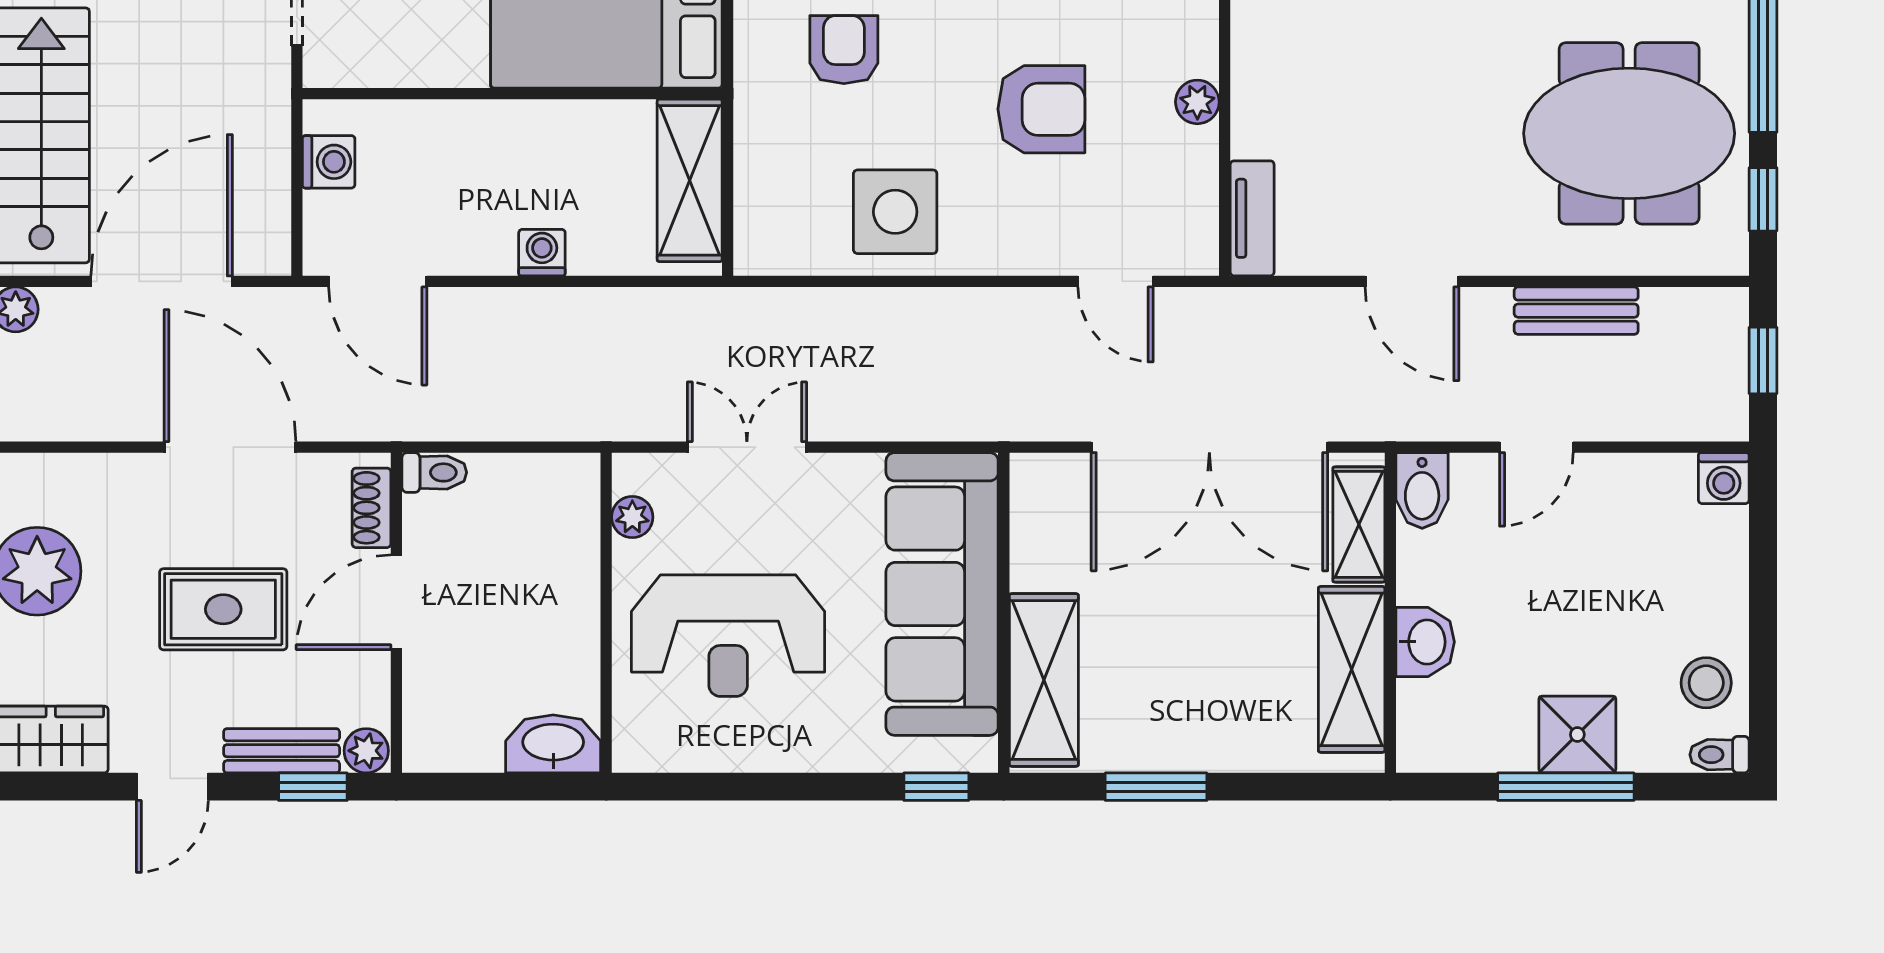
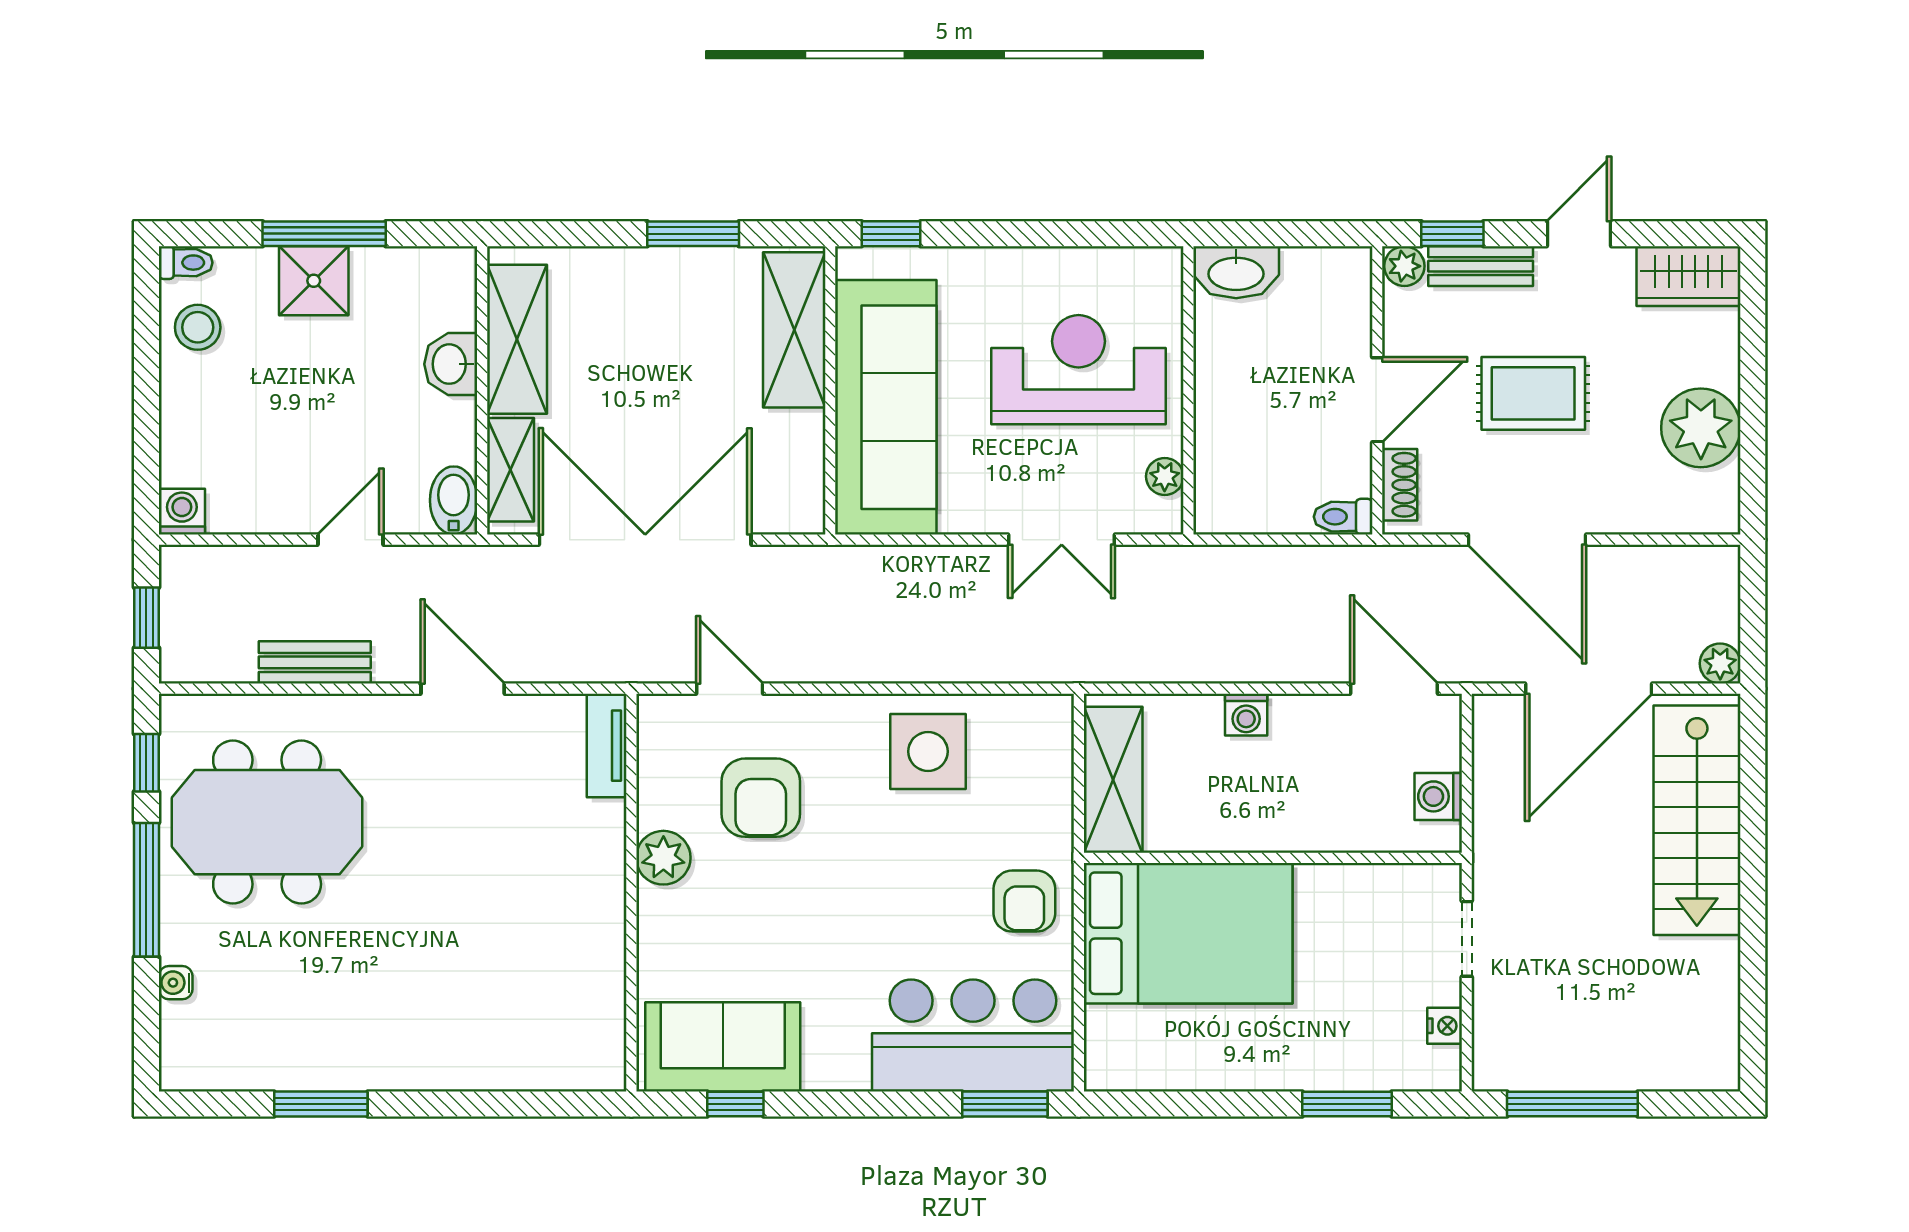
armchair: (844, 50) -> (1024, 901), moved
plant: (1197, 102) -> (663, 858), width x1.38, depth x1.38
armchair: (1041, 109) -> (761, 798), moved, turned -90

